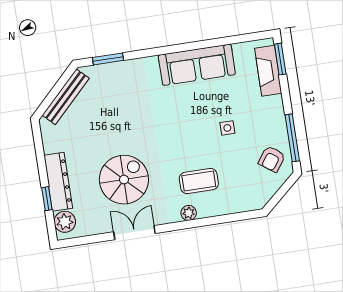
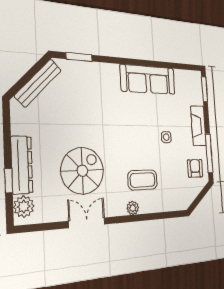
fireplace: (268, 71) -> (198, 126), moved
armchair: (272, 159) -> (195, 168), turned 144

